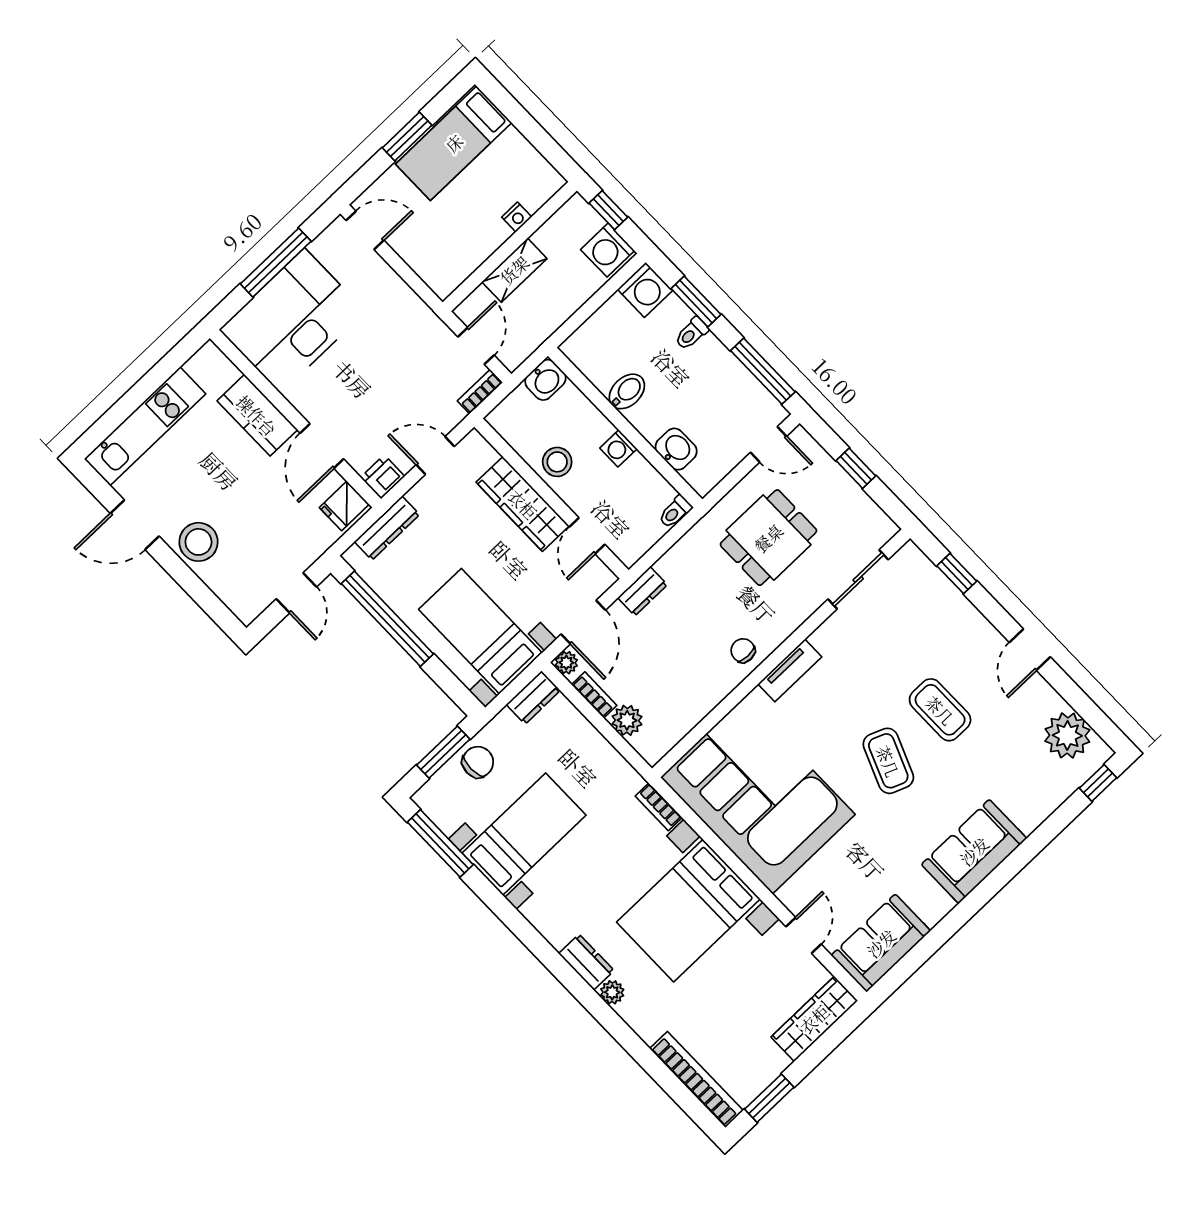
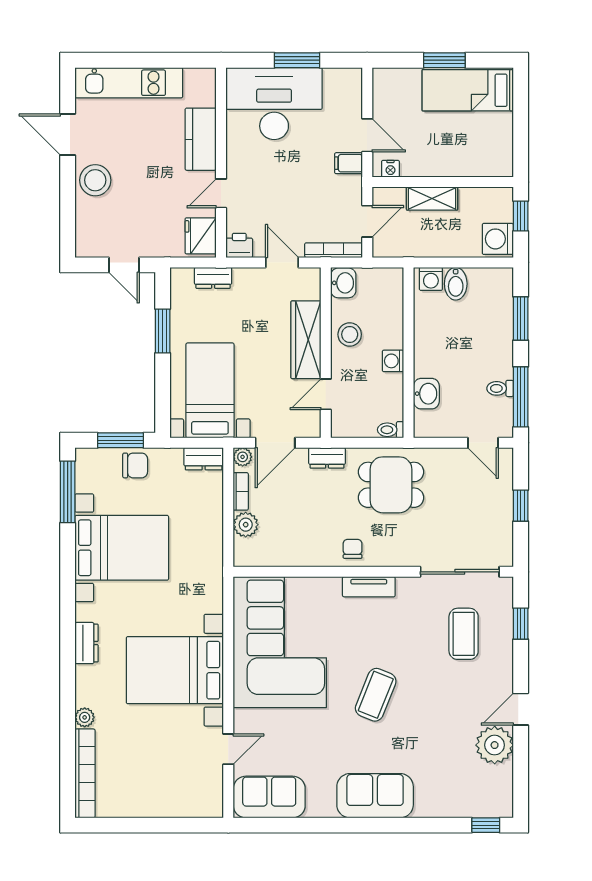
nightstand: (517, 217) -> (390, 169), moved
door: (365, 230) -> (367, 135), moved
window: (276, 263) -> (297, 60), width x0.69
washing machine: (645, 290) -> (431, 279), moved, width x0.73, depth x0.73
filing cabinet: (410, 310) -> (348, 163), added
toilet: (691, 334) -> (500, 388), moved
washbasin: (545, 380) -> (343, 283), moved, turned -90
bidet: (627, 391) -> (456, 284), moved, turned 90
bookcase: (480, 392) -> (334, 250), width x1.56
door: (322, 446) -> (221, 193), width x0.73
fridge: (344, 506) -> (201, 236), width x1.38
dresser: (387, 528) -> (213, 278), width x0.70
dining table: (768, 538) -> (391, 485), moved
sliding door: (858, 579) -> (460, 572), width x1.37
door: (296, 593) -> (124, 265), hinge flipped
window: (387, 619) -> (163, 331), width x0.47
coffee table: (940, 710) -> (464, 634), moved
plant: (1067, 735) -> (495, 745), moved
bookcase: (659, 807) -> (216, 593), removed
bed with nightstands: (524, 834) -> (122, 548), width x1.36
plant: (612, 992) -> (85, 717), moved
wardrobe: (814, 1019) -> (188, 804), removed
window: (769, 1098) -> (117, 825), removed

